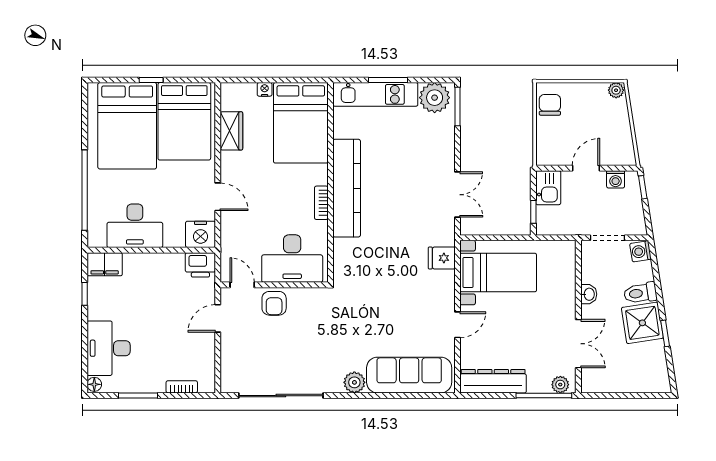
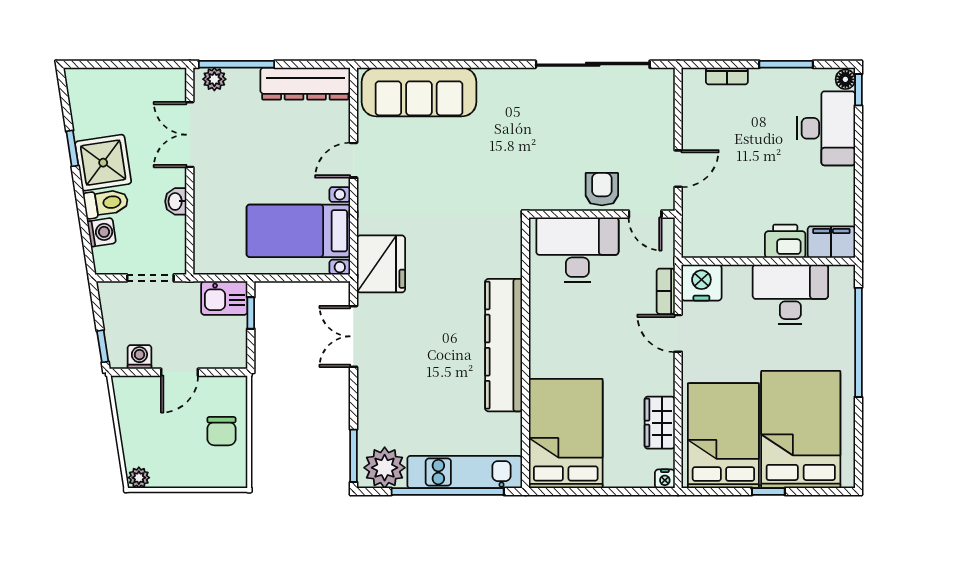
window: (388, 80) -> (448, 492), width x2.11
nightstand: (265, 89) -> (665, 479), moved
chair: (550, 105) -> (221, 431), moved
kitchen sink: (548, 188) -> (224, 298), moved, turned -90
bookcase: (321, 203) -> (666, 291), moved, turned 180
washing machine: (640, 251) -> (102, 232), moved
fridge: (442, 258) -> (381, 264), width x1.88, depth x1.34
printer: (200, 265) -> (785, 241), moved
window: (85, 294) -> (858, 90), moved
plant: (354, 382) -> (493, 82), removed

